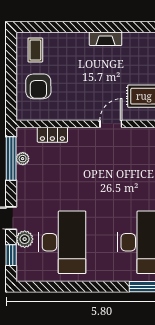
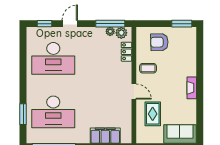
coffee table: (35, 50) -> (148, 68), moved
window: (11, 54) -> (182, 24), added
plant: (25, 239) -> (121, 33), moved

